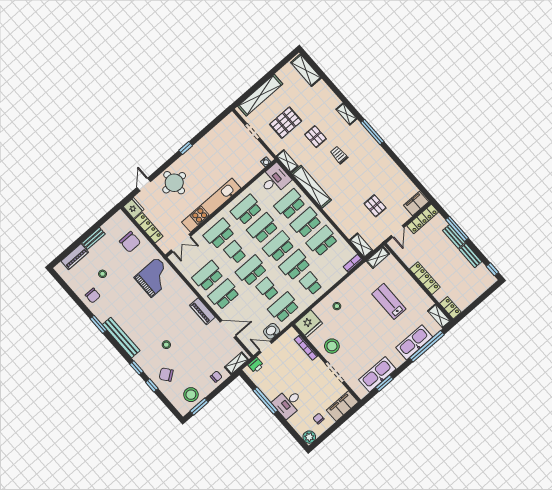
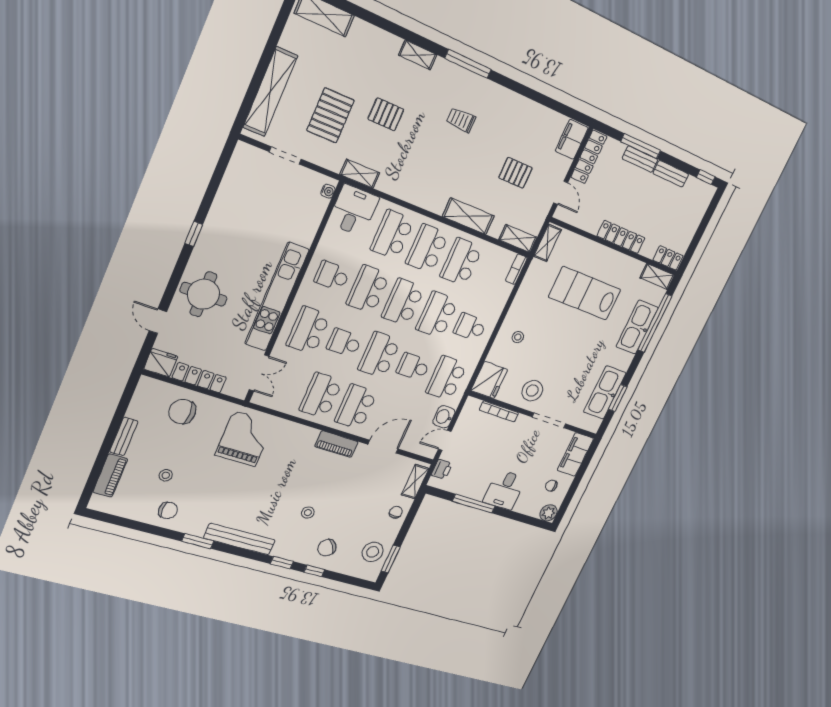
trolley: (339, 155) -> (461, 120), moved
shelving: (311, 187) -> (468, 216), moved, width x0.68
school desk: (246, 210) -> (332, 276), width x0.54
chair: (130, 242) -> (182, 412), turned 180
lab bench: (389, 301) -> (585, 293), width x1.36, depth x1.39

